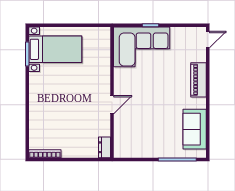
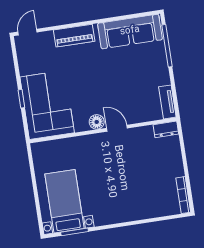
door: (208, 40) -> (27, 32), hinge flipped
floor lamp: (120, 88) -> (97, 122), added
sofa: (195, 129) -> (130, 31), width x1.36
tv unit: (128, 152) -> (167, 102), added

